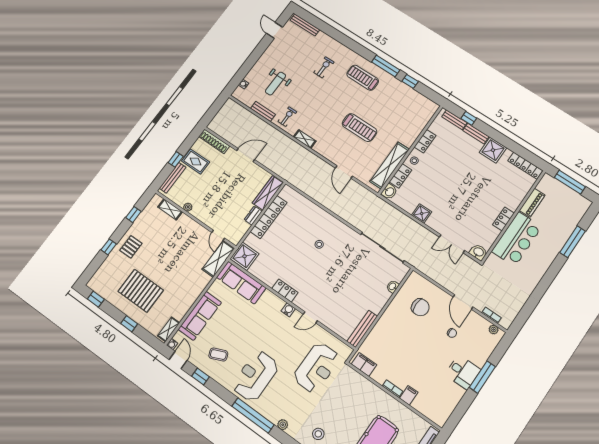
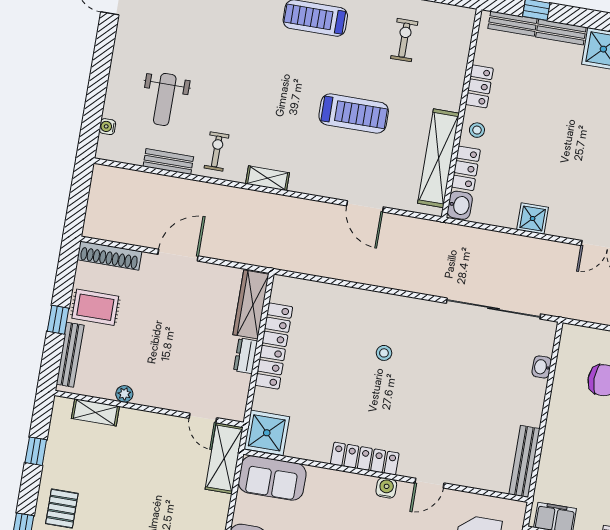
exercise bike: (324, 67) -> (404, 40), moved
sofa: (241, 283) -> (272, 478), width x0.73
locker: (285, 291) -> (365, 459), width x1.53

